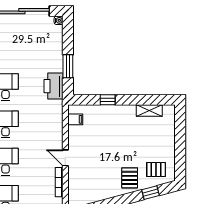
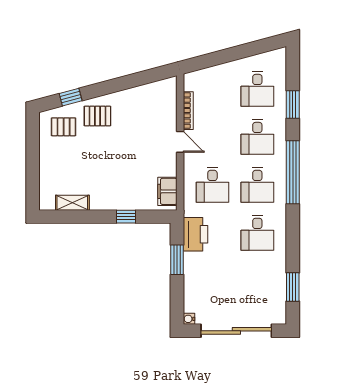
filing cabinet: (75, 119) -> (167, 191), width x2.00
desk: (40, 124) -> (212, 185), added
pallet: (130, 178) -> (97, 116), turned 90

